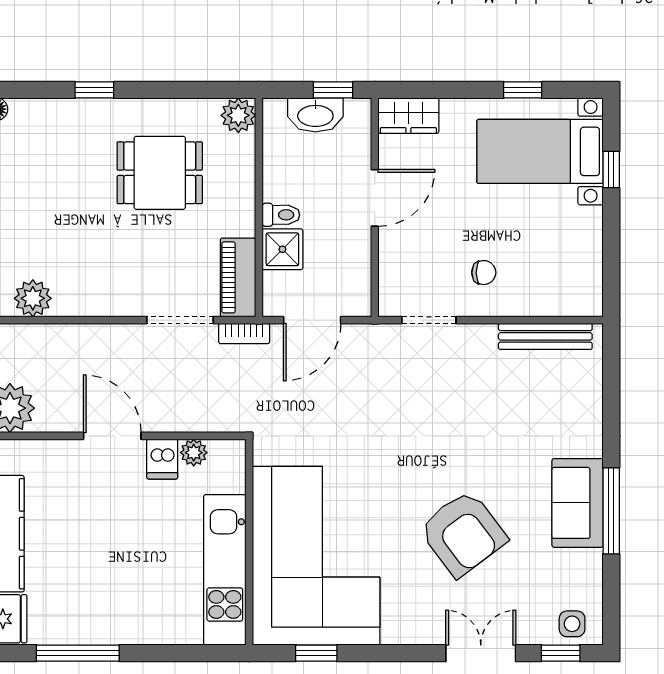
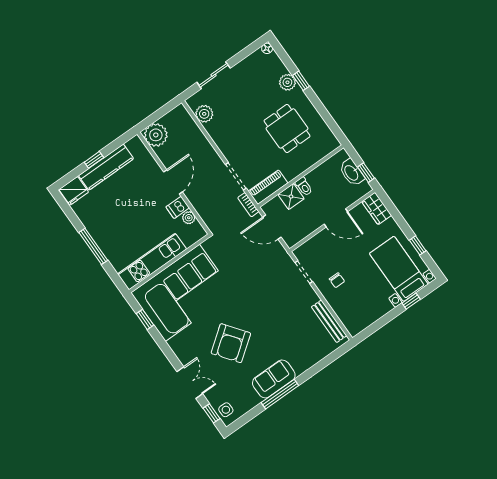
plant: (238, 115) -> (287, 82), moved
window: (78, 653) -> (93, 246), moved

